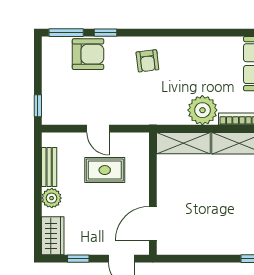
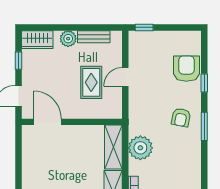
window: (66, 33) -> (204, 126), moved
armchair: (88, 54) -> (186, 69), turned 180
armchair: (147, 61) -> (181, 117), turned -72
plant: (202, 110) -> (140, 148), moved

